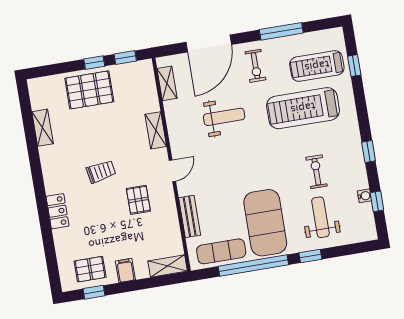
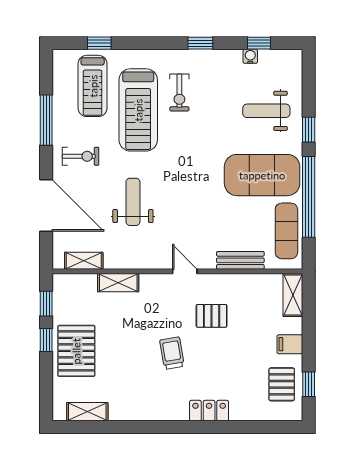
shelving: (43, 128) -> (87, 412), moved
shelving: (156, 130) -> (118, 283), moved
exercise bike: (316, 172) -> (179, 93), moved, turned -90

